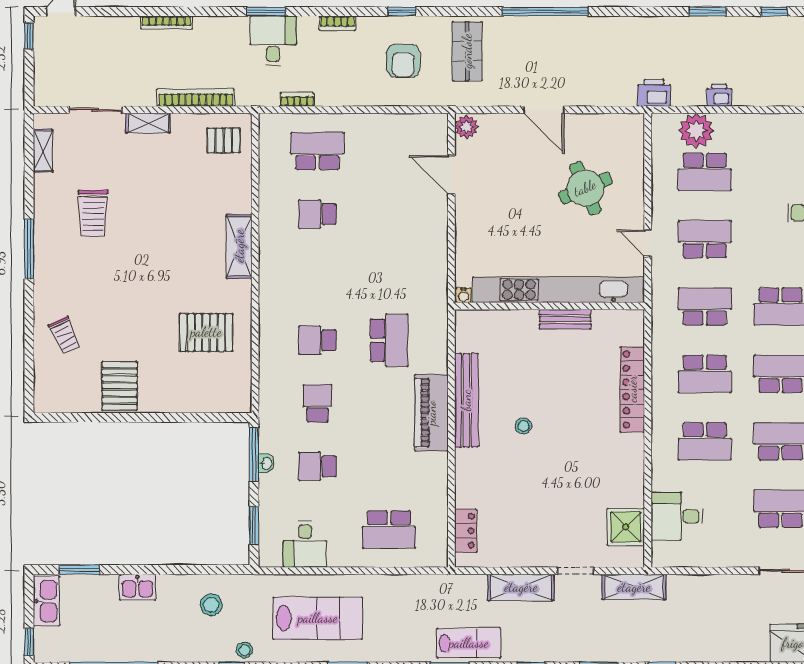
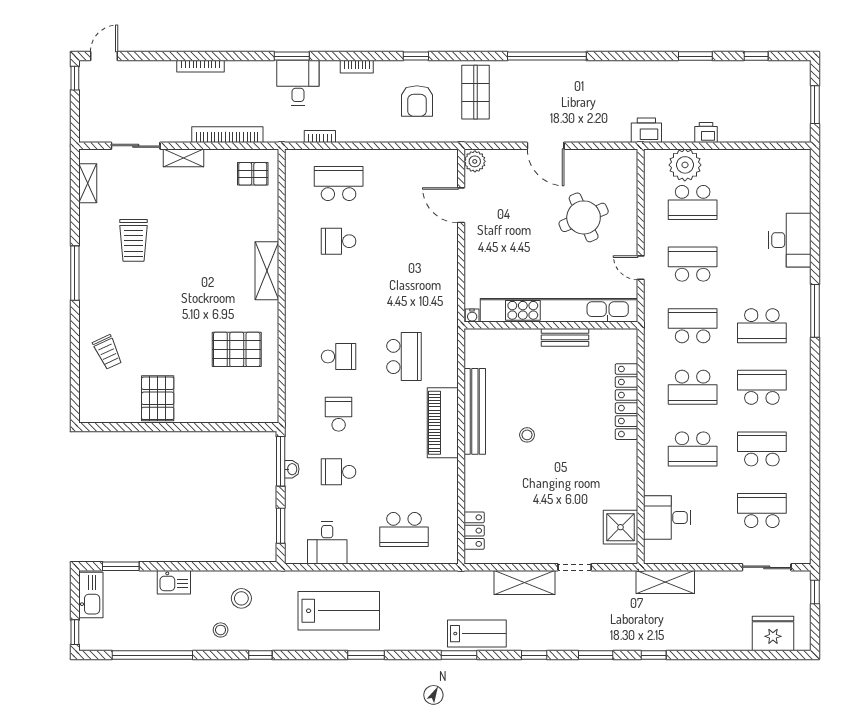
school desk: (317, 340) -> (339, 357), turned 180
shelving: (634, 587) -> (665, 582), moved
stool: (245, 650) -> (221, 630), moved

